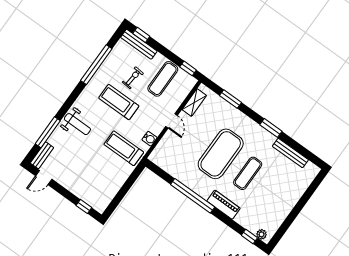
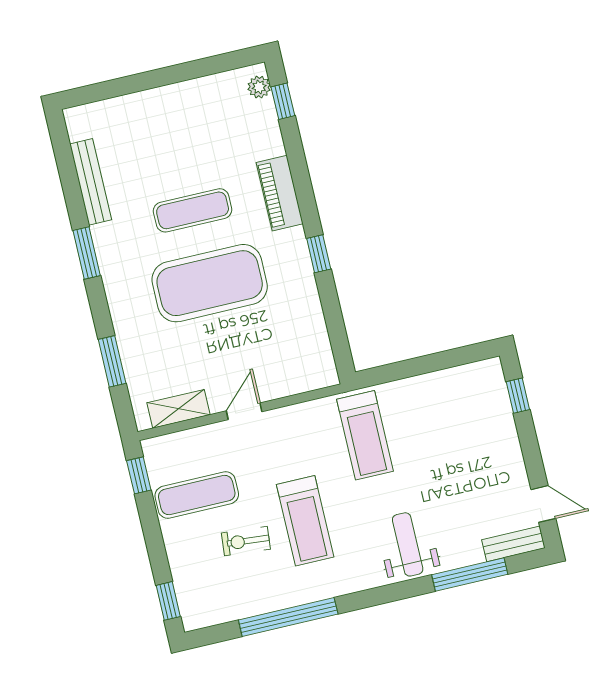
bench: (139, 44) -> (186, 589), removed
water cooler: (150, 139) -> (307, 414), removed
window: (193, 196) -> (319, 254), width x0.32

